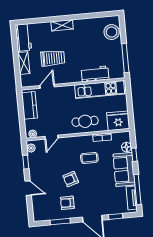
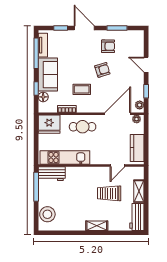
workbench: (95, 74) -> (52, 174), moved
door: (52, 137) -> (118, 114), width x1.88

